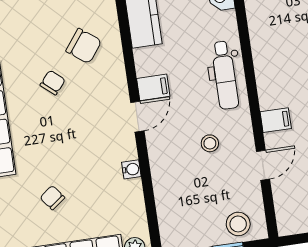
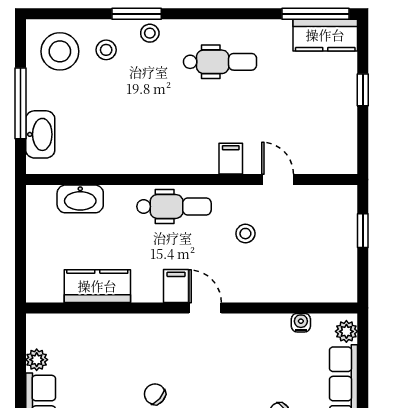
chair: (84, 46) -> (120, 355), removed
water cooler: (131, 169) -> (301, 323), moved
stool: (238, 224) -> (337, 216), removed

